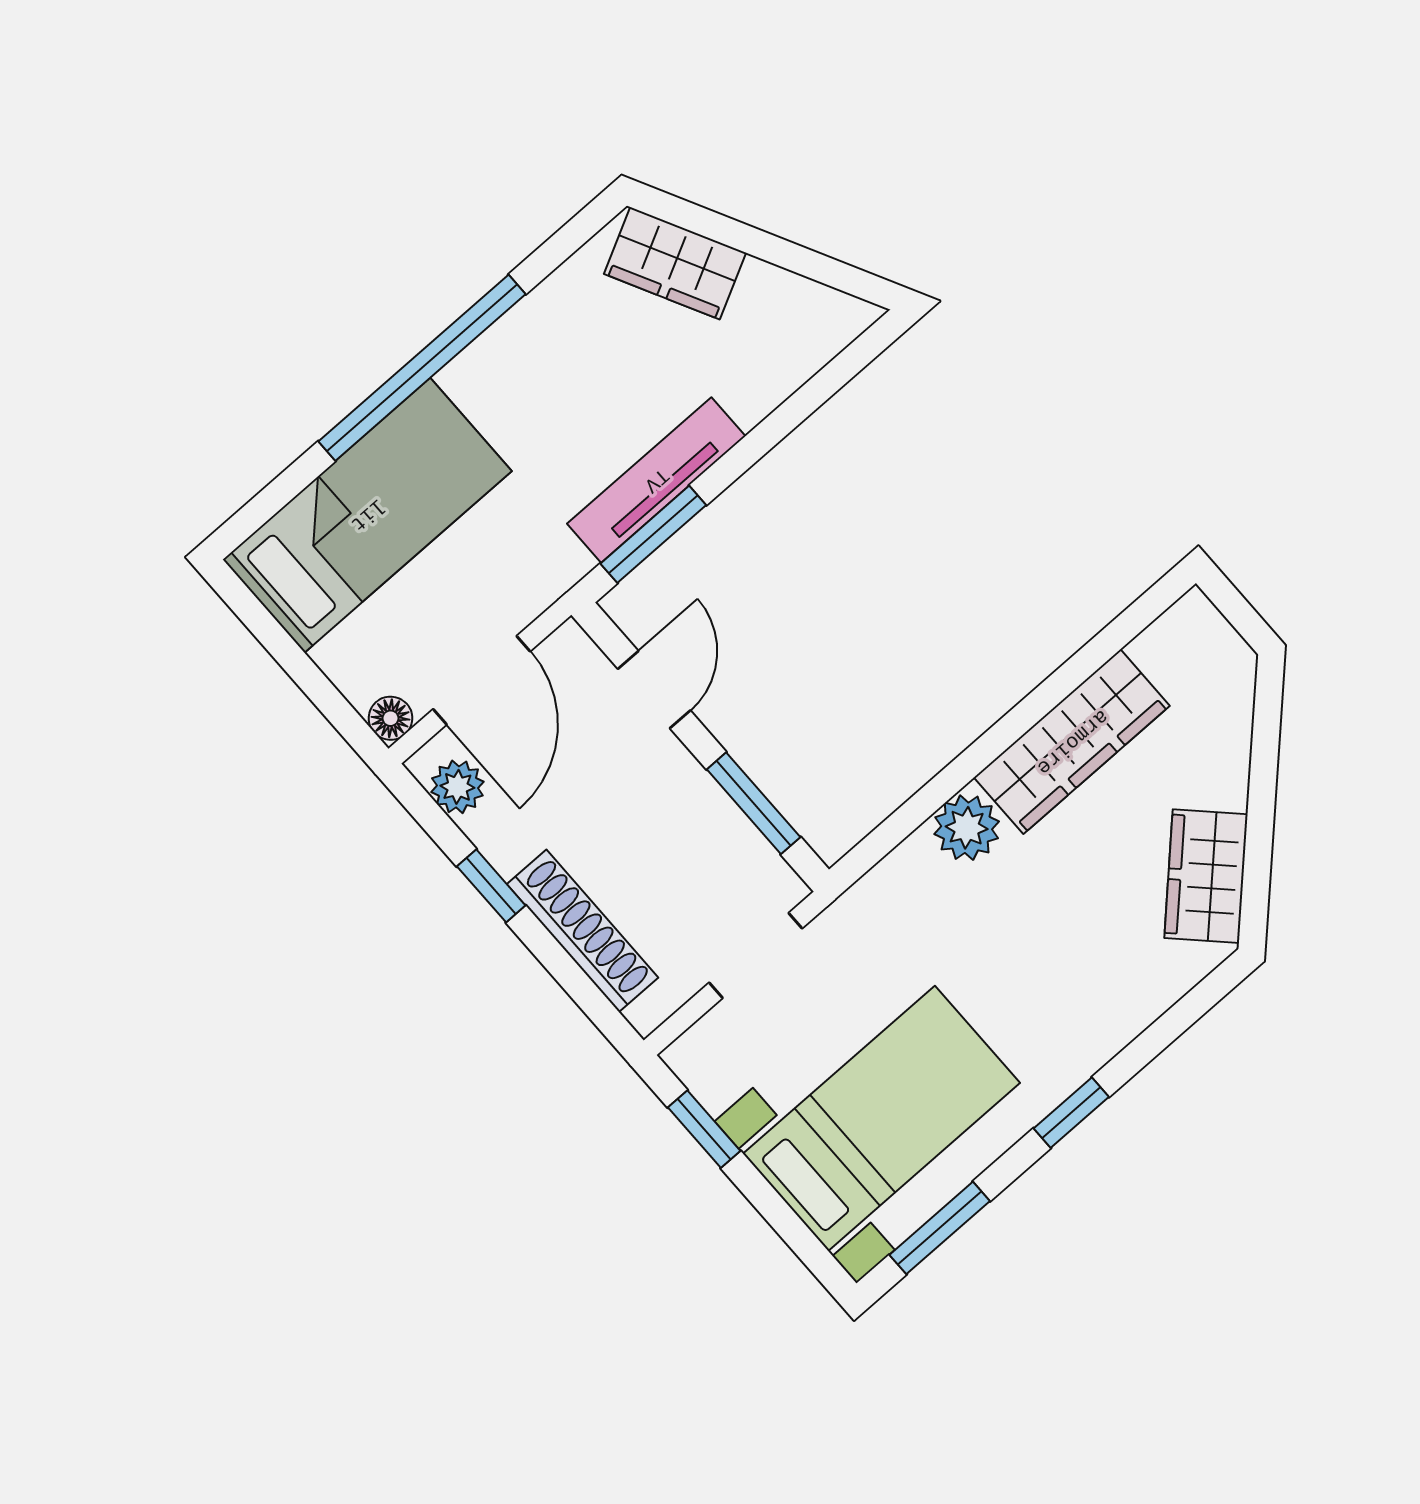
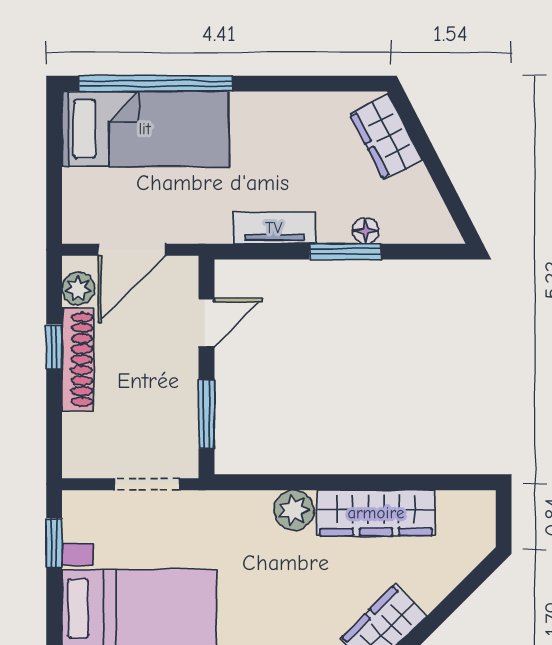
window: (422, 368) -> (156, 84), moved
tv unit: (656, 480) -> (274, 228), width x0.71
window: (653, 534) -> (345, 252), moved
floor lamp: (391, 718) -> (366, 231), moved
shoe rack: (583, 931) -> (78, 360), moved

